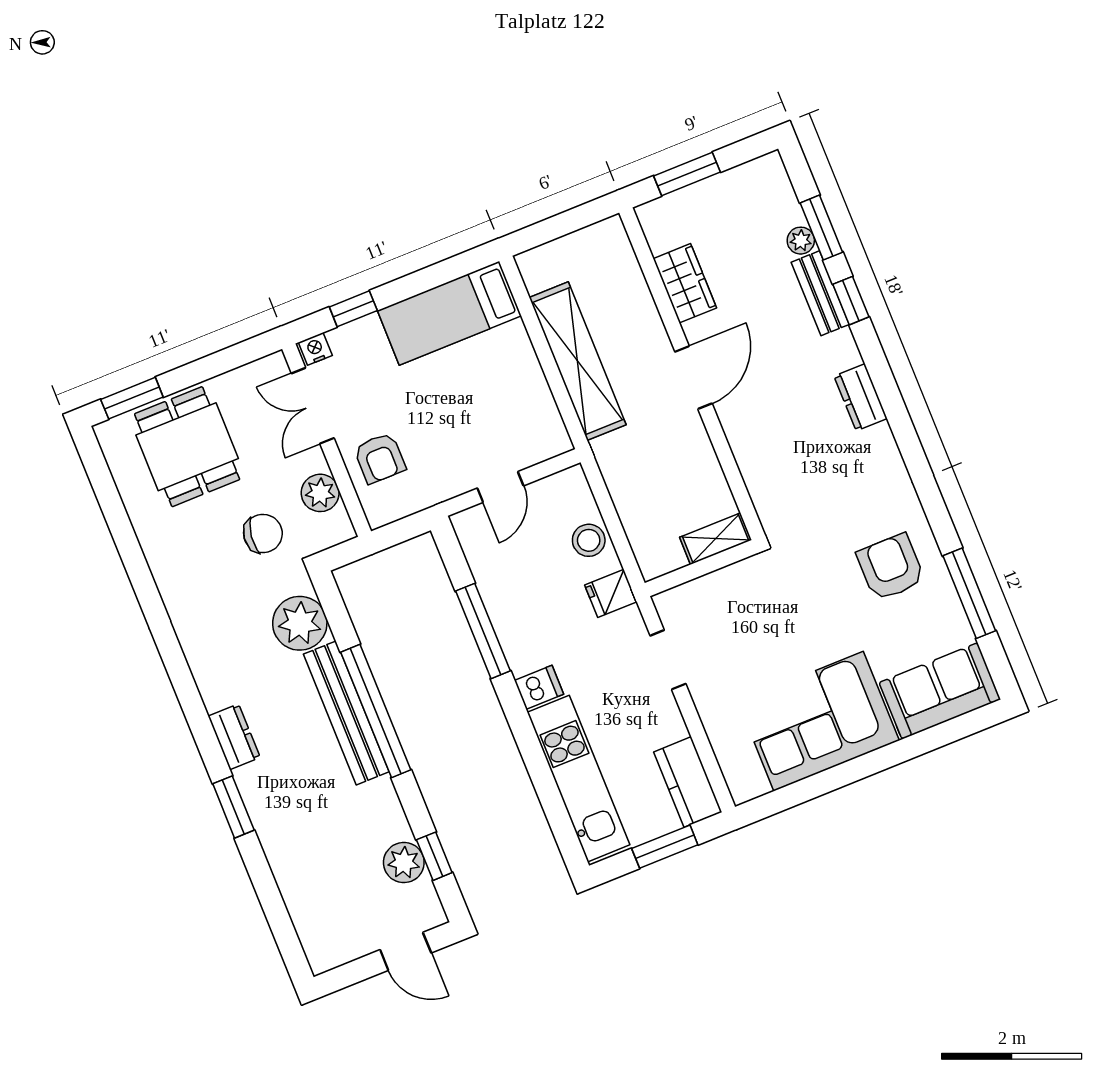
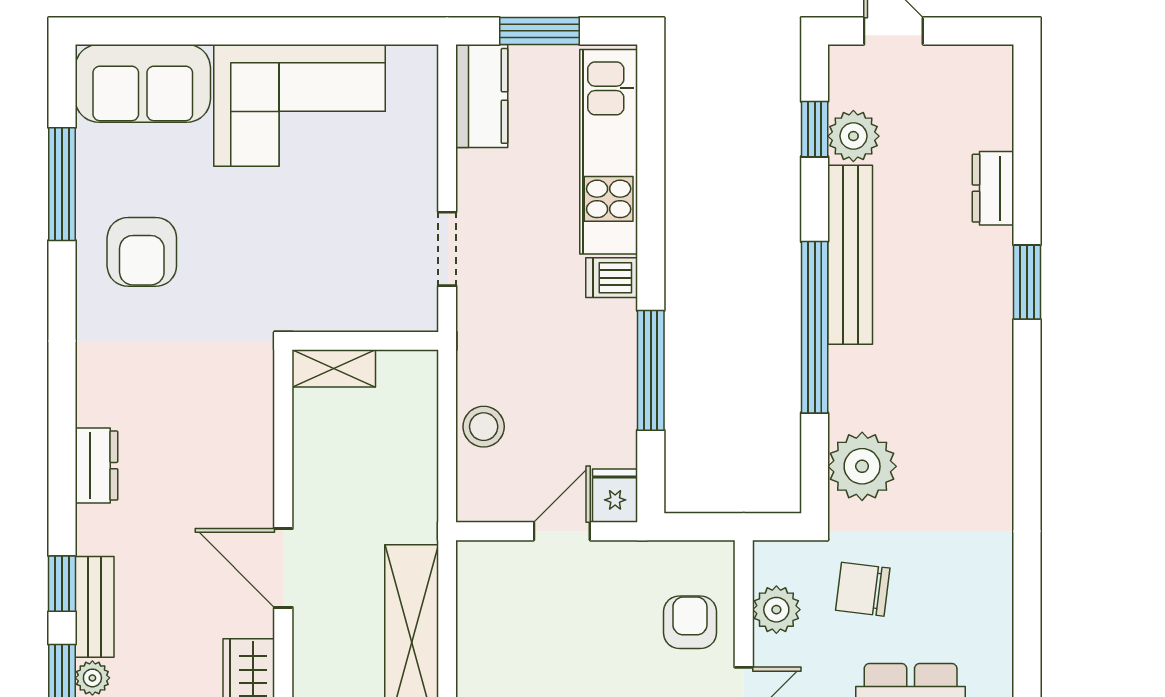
door: (693, 378) -> (283, 568), hinge flipped
fridge: (611, 593) -> (615, 496), moved, turned -90
bench: (346, 713) -> (850, 255), moved
dresser: (234, 737) -> (993, 188), moved

